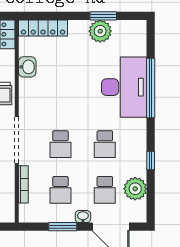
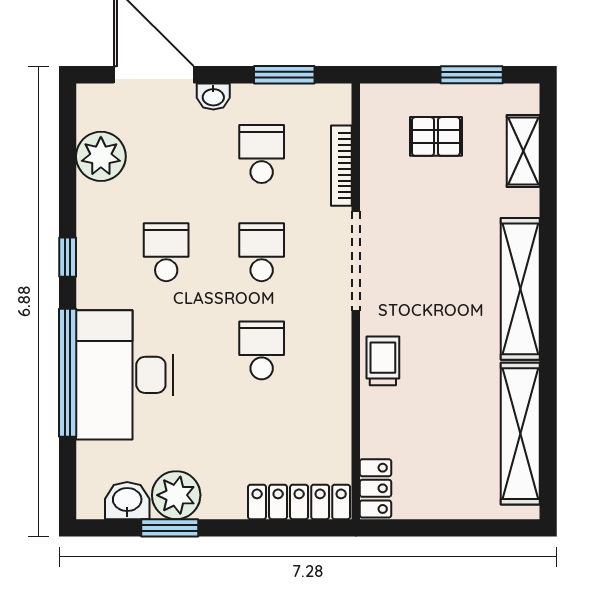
washbasin: (27, 67) -> (127, 501), moved, turned 90
window: (151, 160) -> (68, 257), moved
school desk: (105, 190) -> (262, 350), moved
window: (63, 227) -> (284, 75), moved

